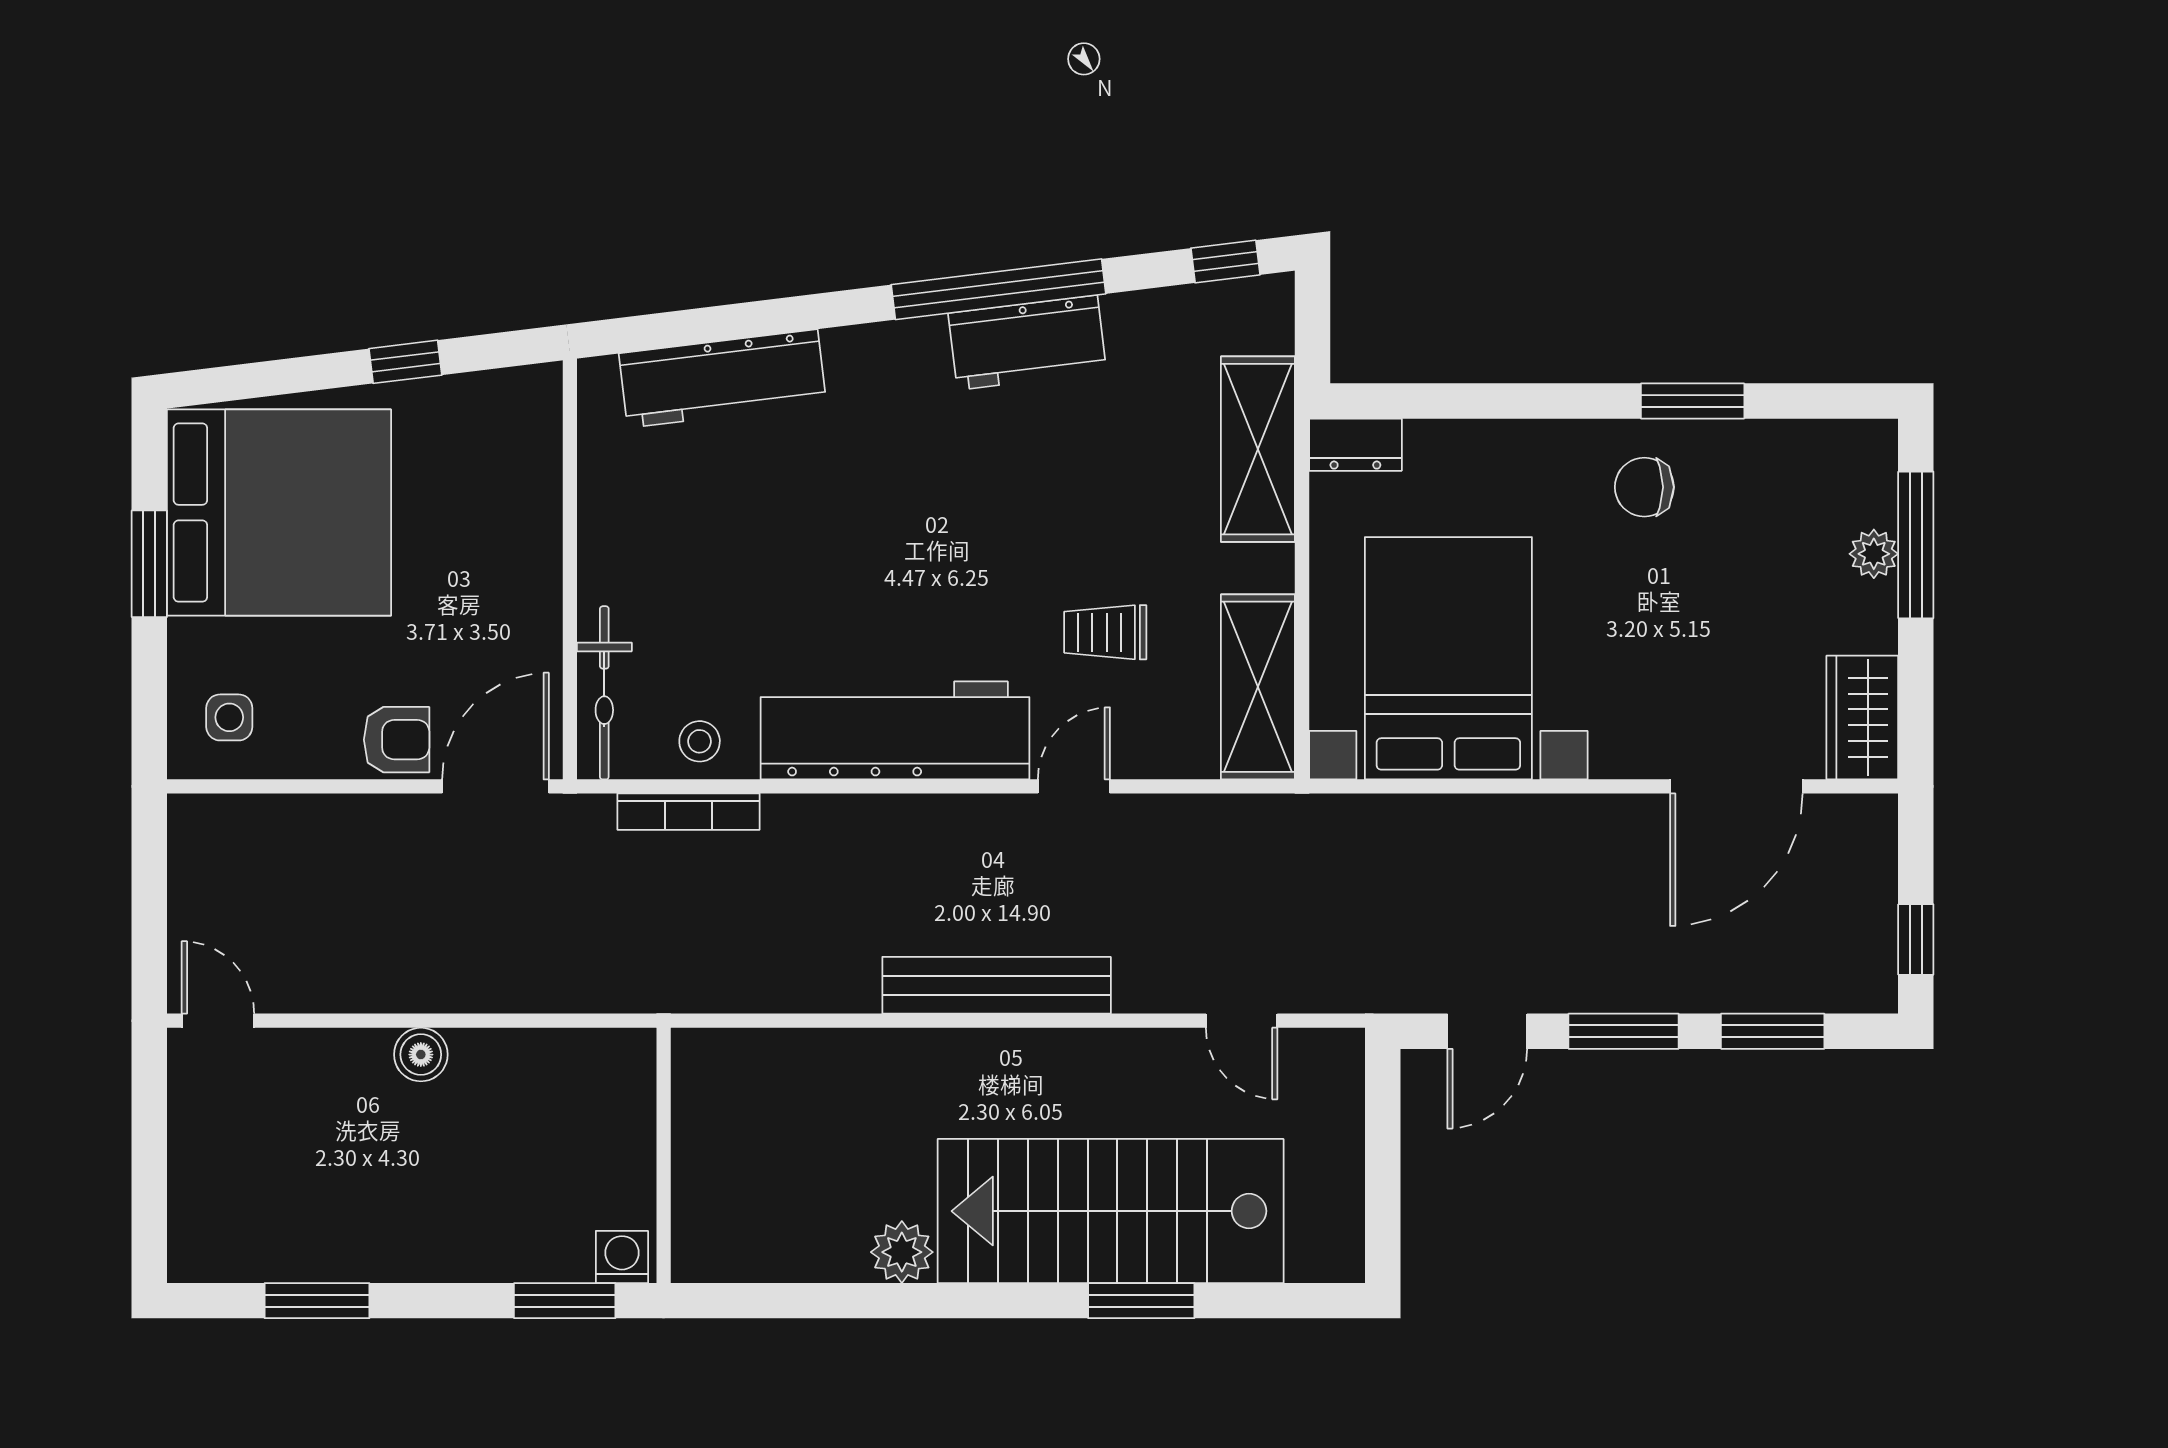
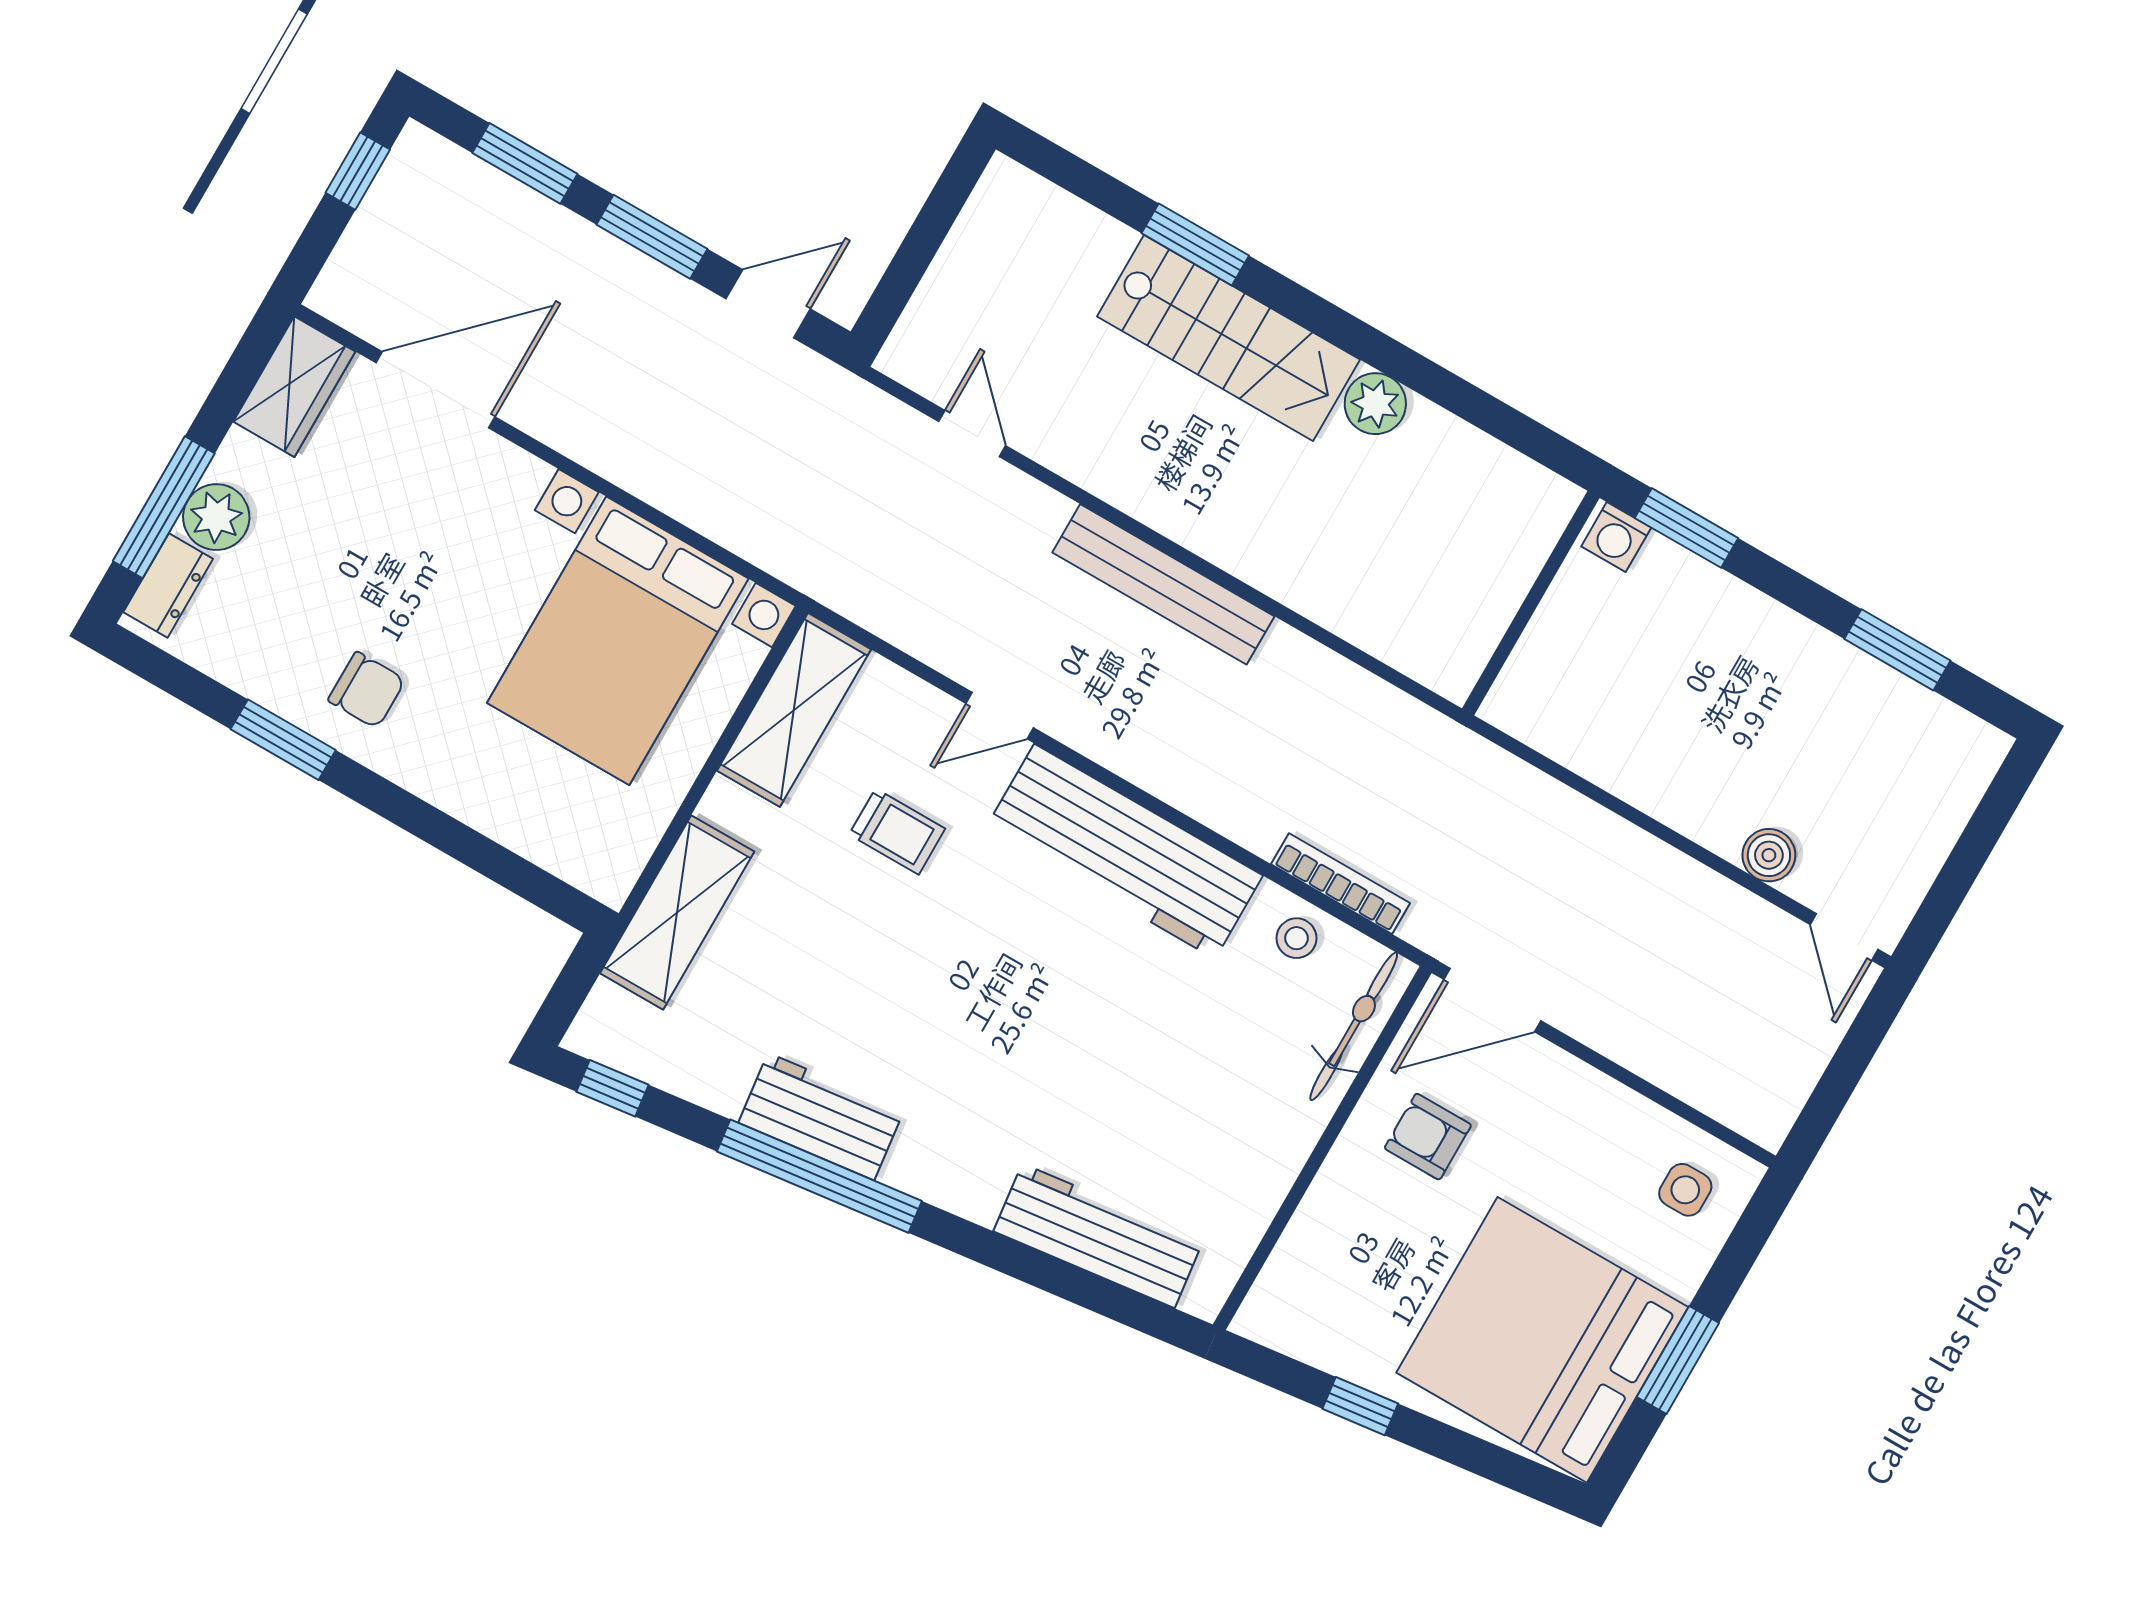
dresser: (1355, 445) -> (168, 586), moved, turned 90
plant: (1874, 554) -> (216, 517), width x1.38, depth x1.38
armchair: (397, 740) -> (1428, 1137), moved
boiler: (421, 1055) -> (1769, 855), moved
stairs: (1111, 1211) -> (1229, 338), width x0.73, depth x0.66

